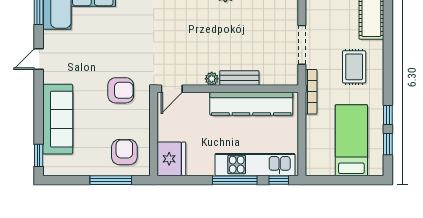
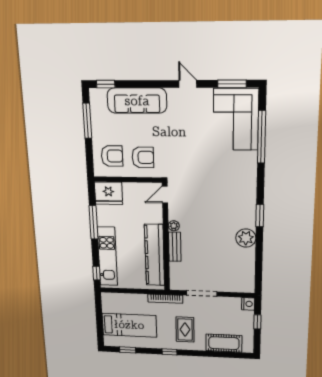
rug: (354, 67) -> (185, 330), turned 90
door: (172, 89) -> (165, 195), hinge flipped
armchair: (121, 90) -> (143, 157), moved, turned -90
window: (388, 115) -> (169, 352), moved
window: (111, 180) -> (87, 121), moved
window: (235, 180) -> (93, 222), moved

